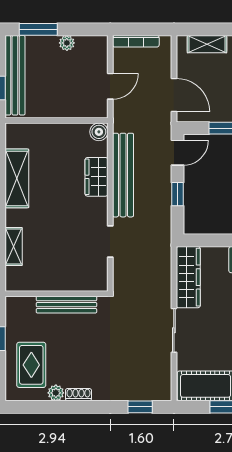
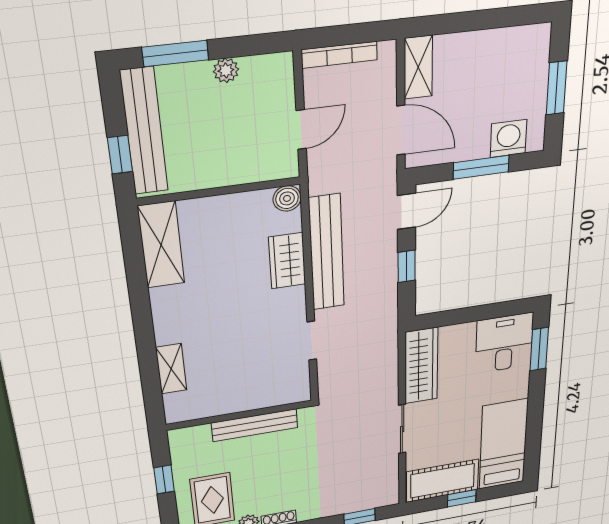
shelving: (207, 44) -> (418, 67), moved, turned 90
shelving: (17, 178) -> (161, 245), moved

